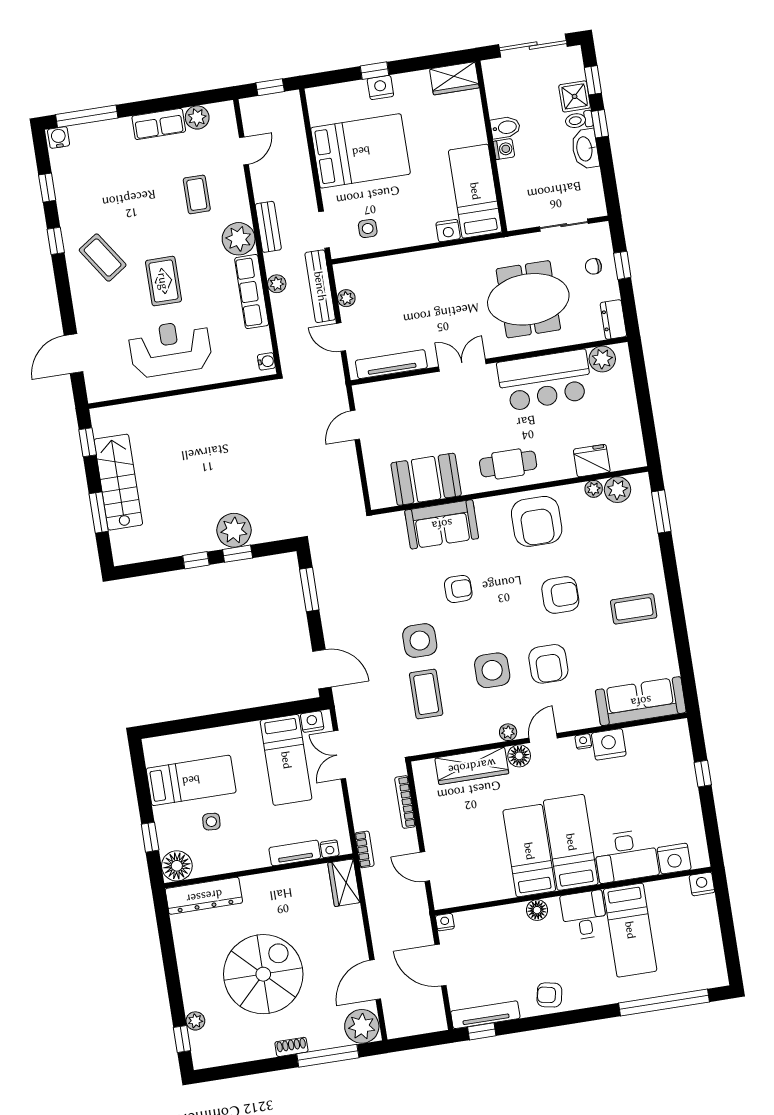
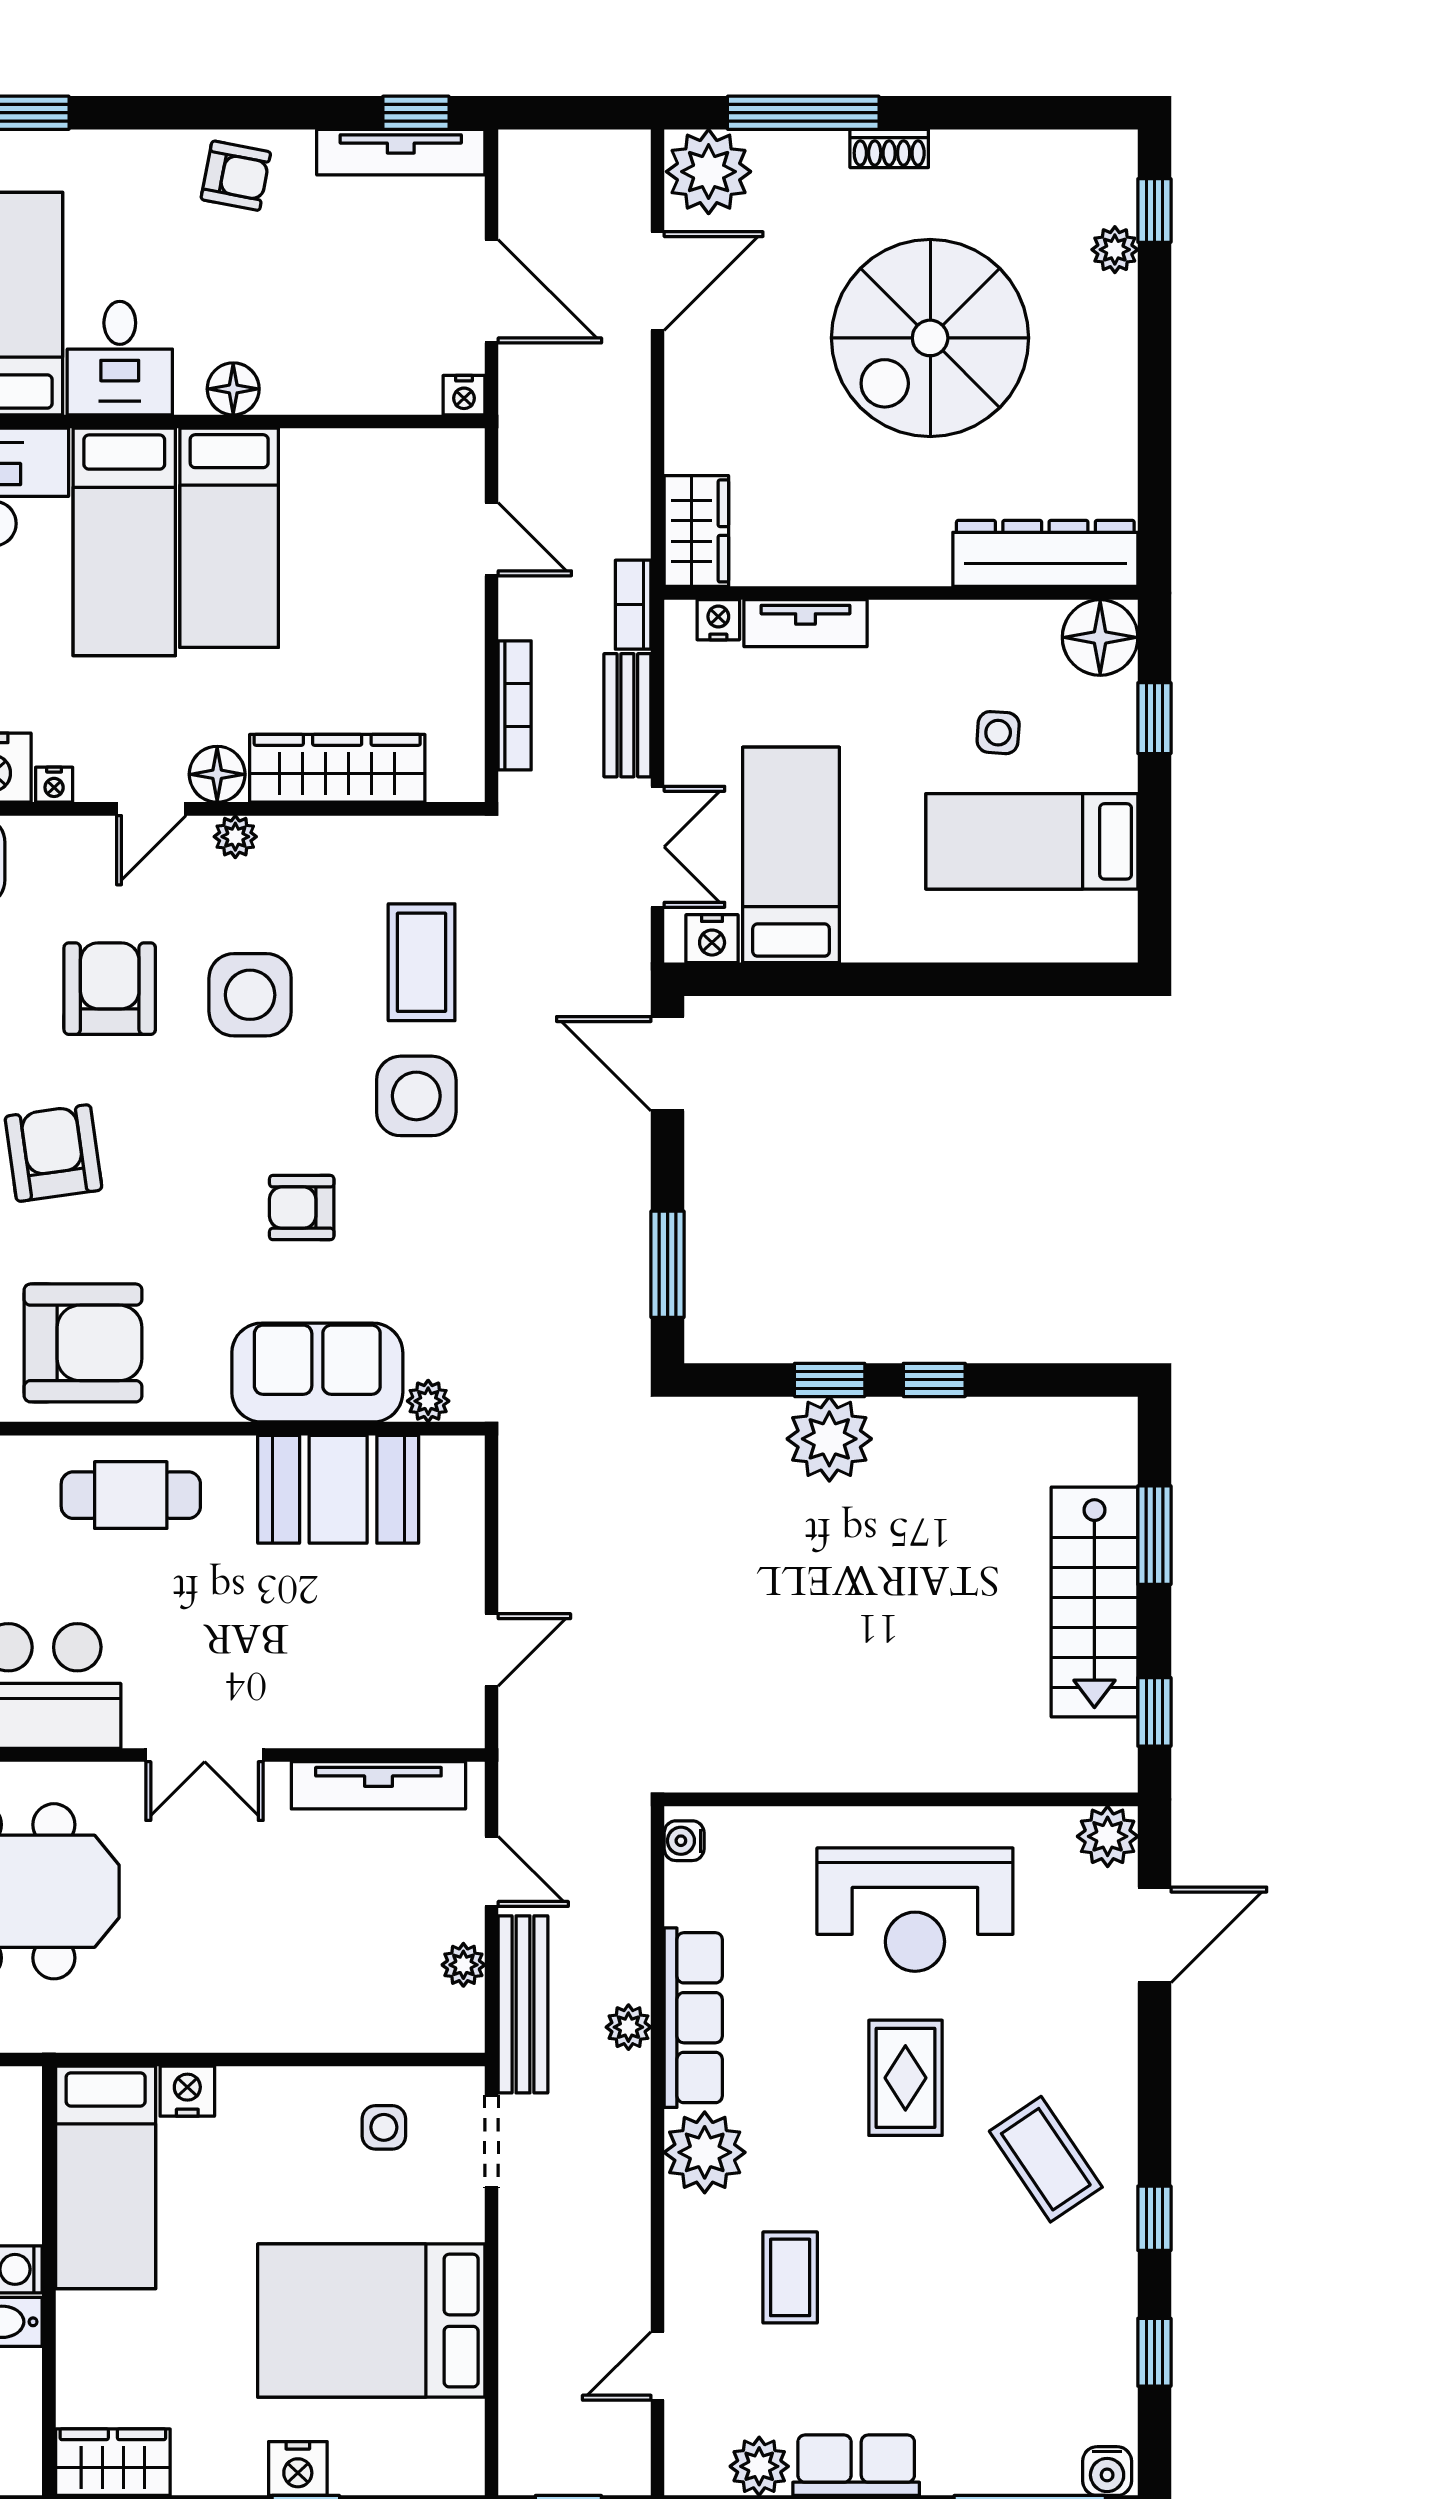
bench: (268, 227) -> (627, 715), moved
plant: (98, 390) -> (1108, 1836), added
plant: (396, 520) -> (428, 1401), added
armchair: (537, 521) -> (83, 1343), turned 90
armchair: (560, 595) -> (53, 1153), turned 82

